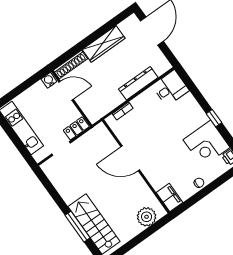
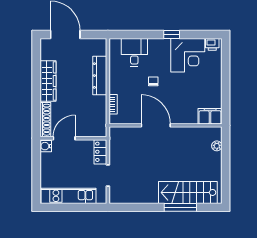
desk: (170, 88) -> (134, 52), moved
door: (130, 158) -> (156, 125), swing flipped
chair: (199, 183) -> (153, 81), moved
plant: (147, 217) -> (217, 146), width x0.53, depth x0.53

